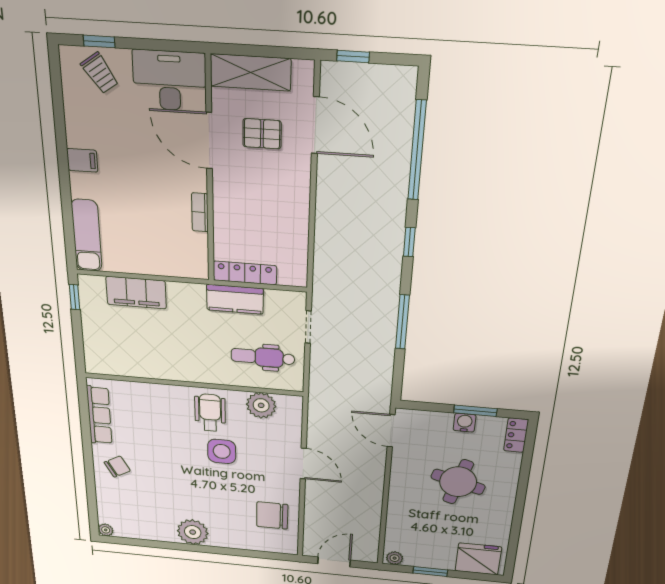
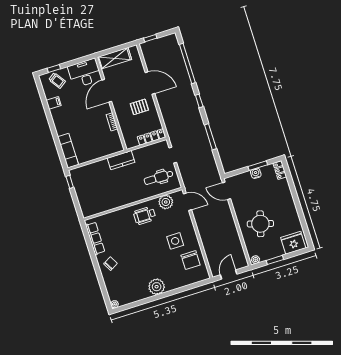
door: (315, 125) -> (150, 83), moved
pallet: (262, 134) -> (139, 107), moved
door: (209, 141) -> (107, 91), hinge flipped
filing cabinet: (82, 160) -> (54, 103), moved
locker: (245, 273) -> (151, 137), moved
filing cabinet: (136, 293) -> (96, 169), removed
kitchen counter: (235, 299) -> (121, 160), moved
wheelchair: (210, 413) -> (145, 215), turned -90
side table: (222, 451) -> (175, 241), moved
door: (303, 464) -> (187, 202), moved
round table: (458, 482) -> (260, 224), moved
chair: (272, 515) -> (191, 260), turned -90

